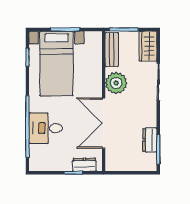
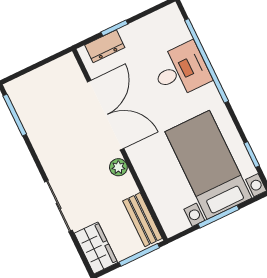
plant: (116, 83) -> (118, 167), width x0.53, depth x0.53
dresser: (150, 140) -> (32, 122), removed

